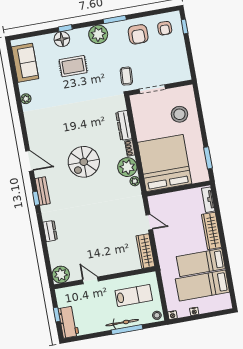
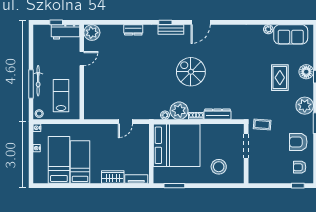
plant: (26, 99) -> (268, 29), moved
wardrobe: (212, 231) -> (113, 177), width x0.67
wardrobe: (145, 251) -> (100, 113), removed
lab bench: (134, 295) -> (61, 96), turned 180
workbench: (69, 322) -> (65, 32), moved

